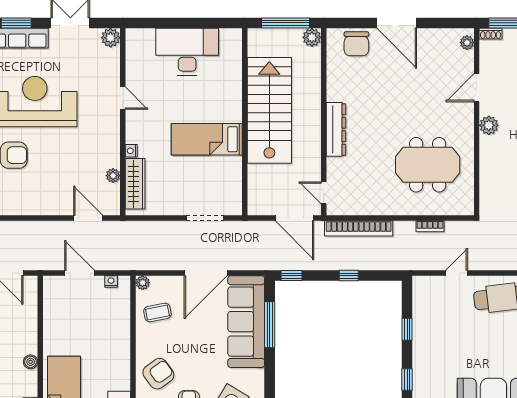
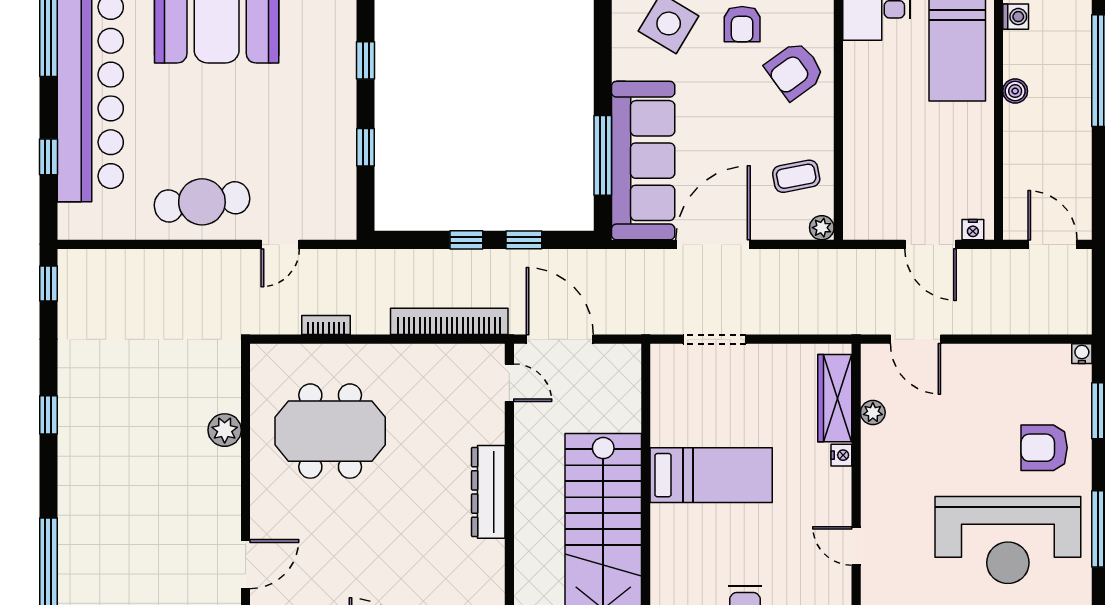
plant: (489, 125) -> (225, 430), moved
window: (292, 276) -> (524, 240), moved
nightstand: (111, 282) -> (973, 230), moved

